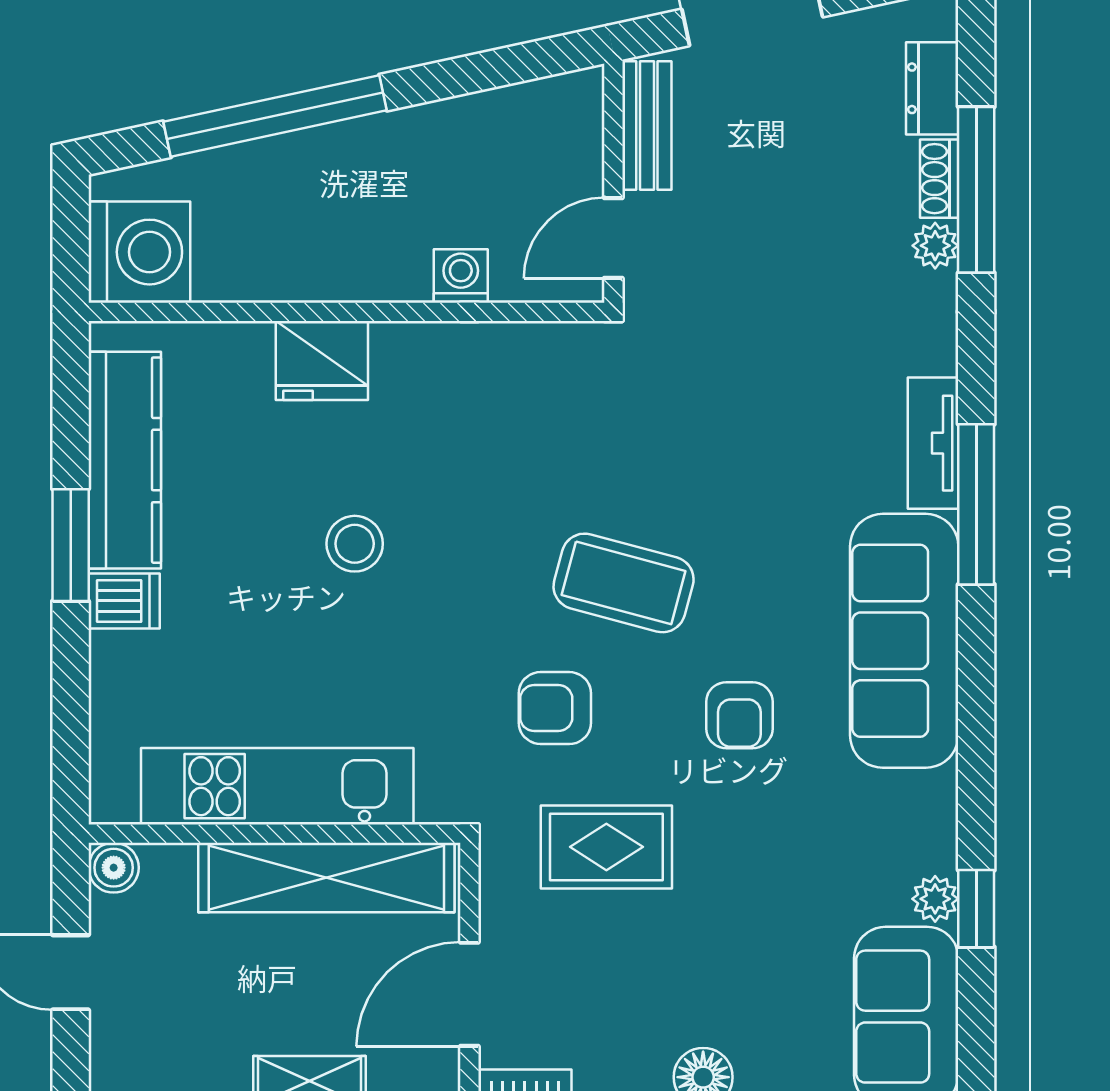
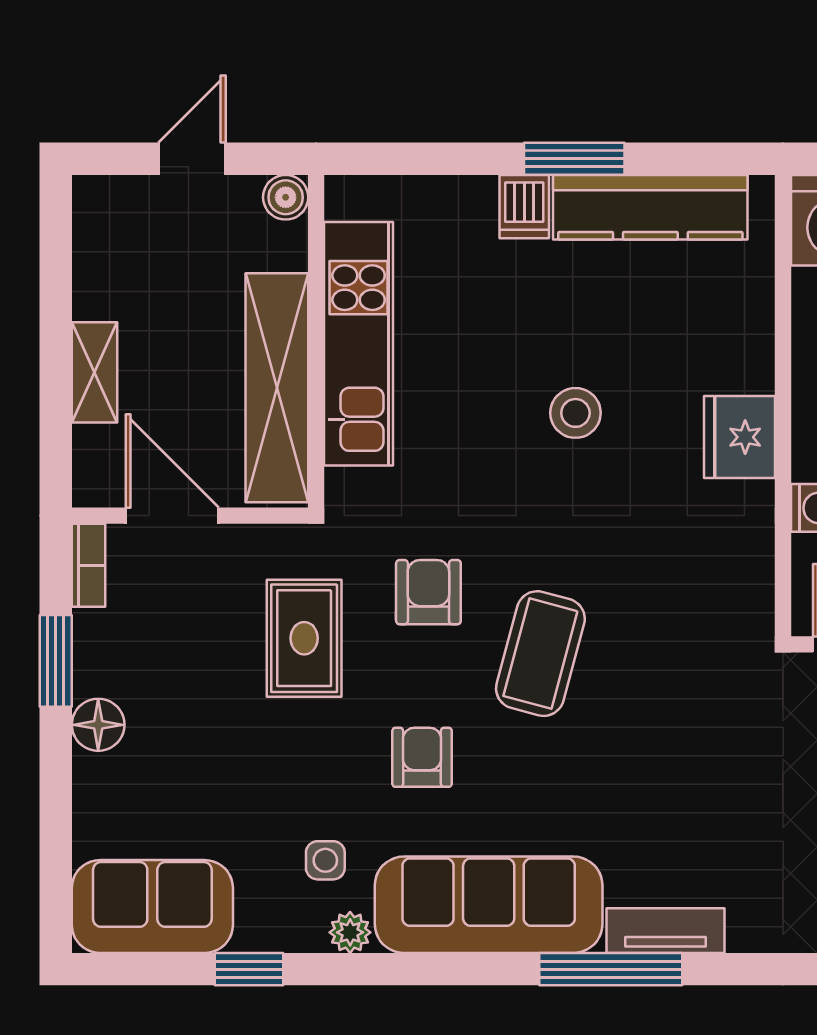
fridge: (322, 360) -> (740, 437), moved
armchair: (739, 715) -> (422, 757), turned 90
side table: (855, 823) -> (325, 860), added
plant: (935, 899) -> (350, 932), moved

